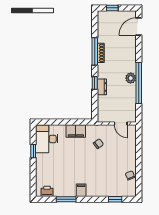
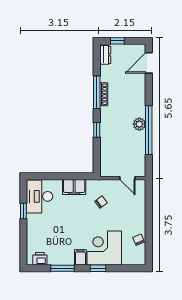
dresser: (102, 87) -> (105, 55), moved
corner desk: (101, 182) -> (104, 248), added
window: (115, 199) -> (98, 268), moved

